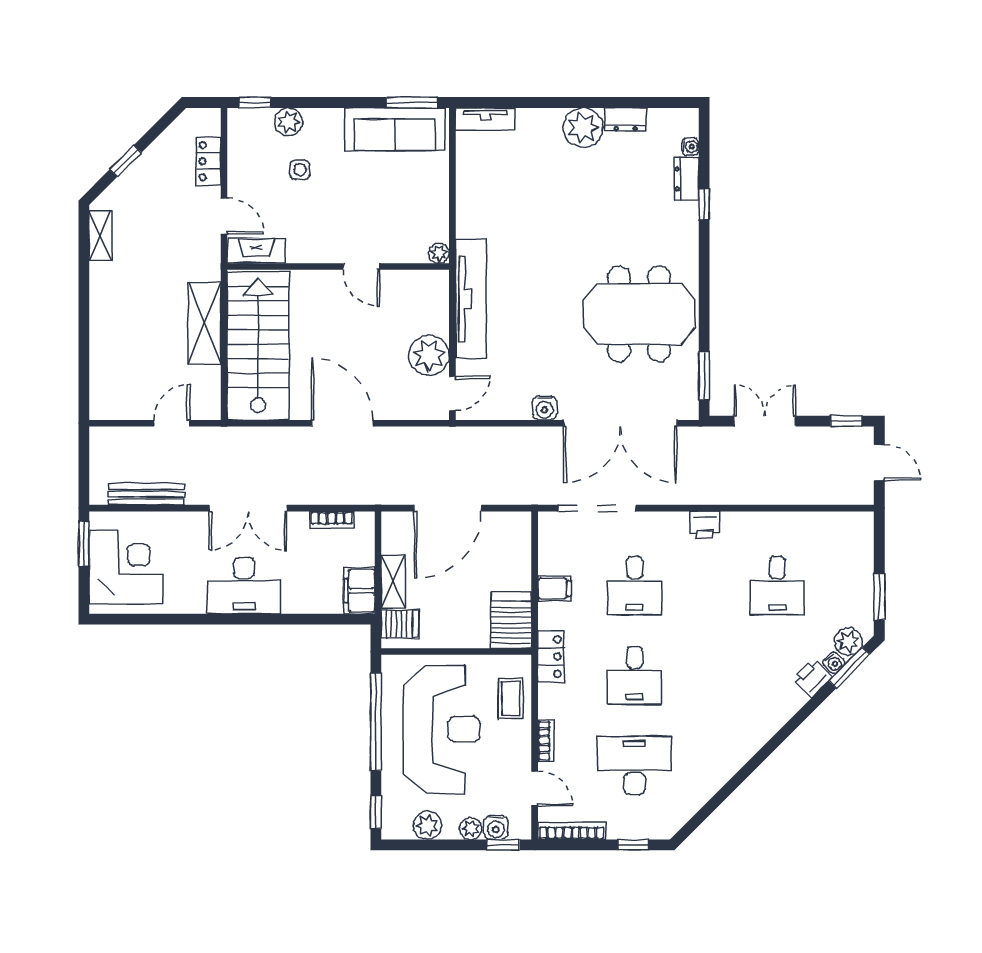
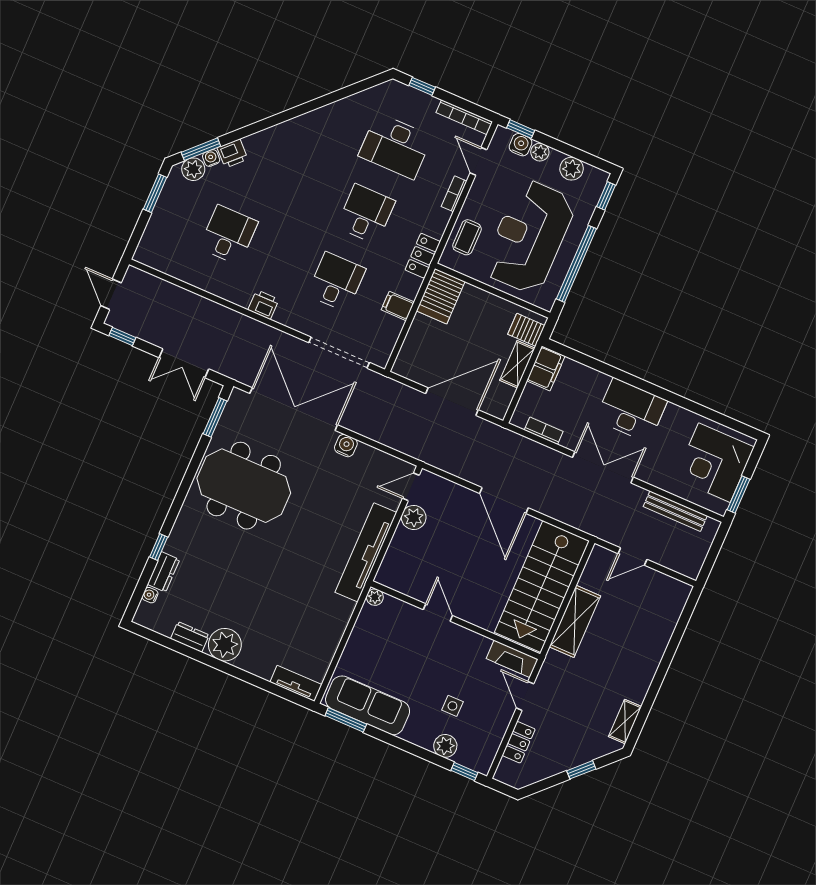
plant: (429, 355) -> (414, 517), width x0.73, depth x0.73

